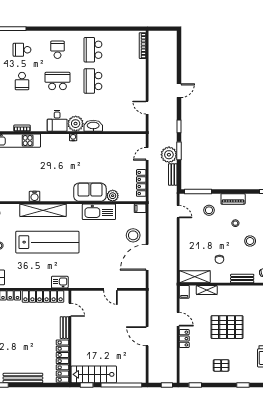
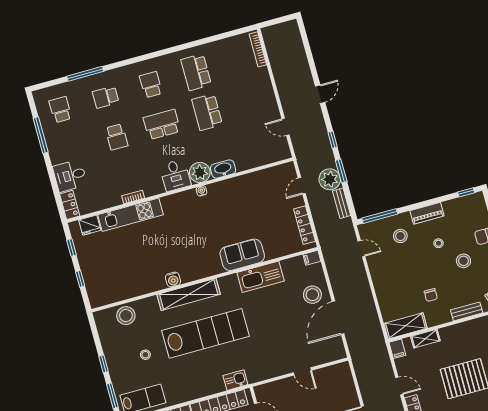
plant: (113, 196) -> (272, 251), removed

